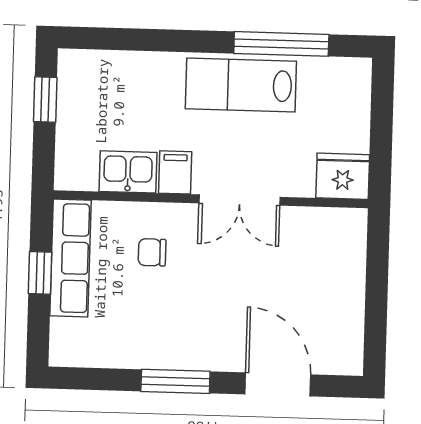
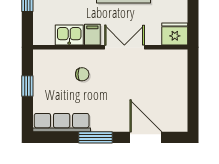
double door: (239, 200) -> (124, 47), swing flipped
chair: (152, 252) -> (82, 74), turned 180
row of seats: (70, 258) -> (62, 123), moved, turned -90

